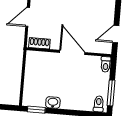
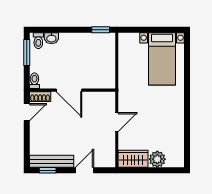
shoe rack: (39, 43) -> (40, 97), moved
washbasin: (53, 103) -> (51, 38), moved

